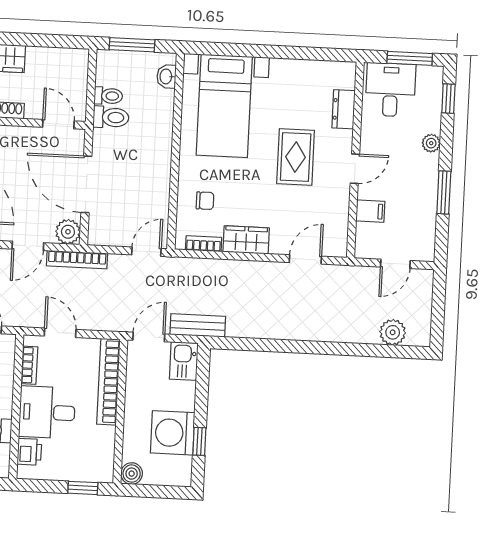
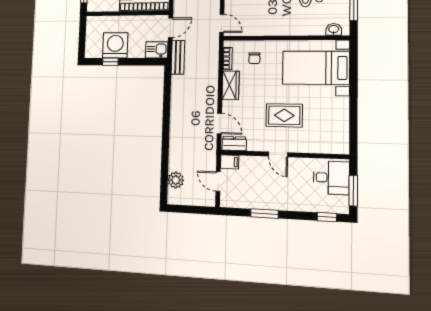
dresser: (343, 109) -> (234, 144), moved
plant: (431, 143) -> (297, 205), removed
filing cabinet: (370, 211) -> (230, 162), moved, turned -90
door: (149, 337) -> (170, 28), hinge flipped
boiler: (132, 474) -> (92, 22), removed

